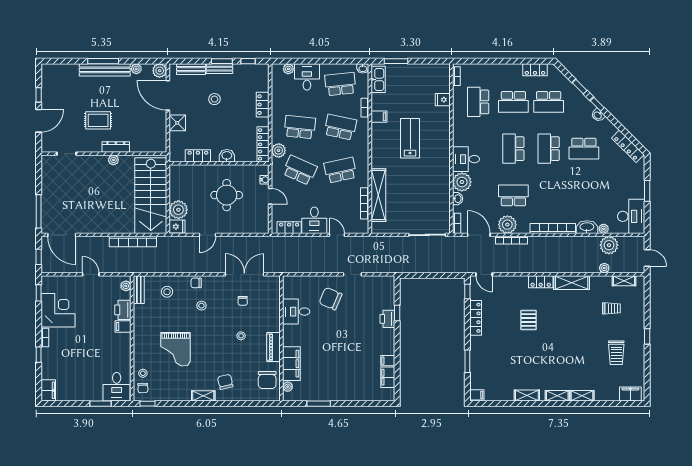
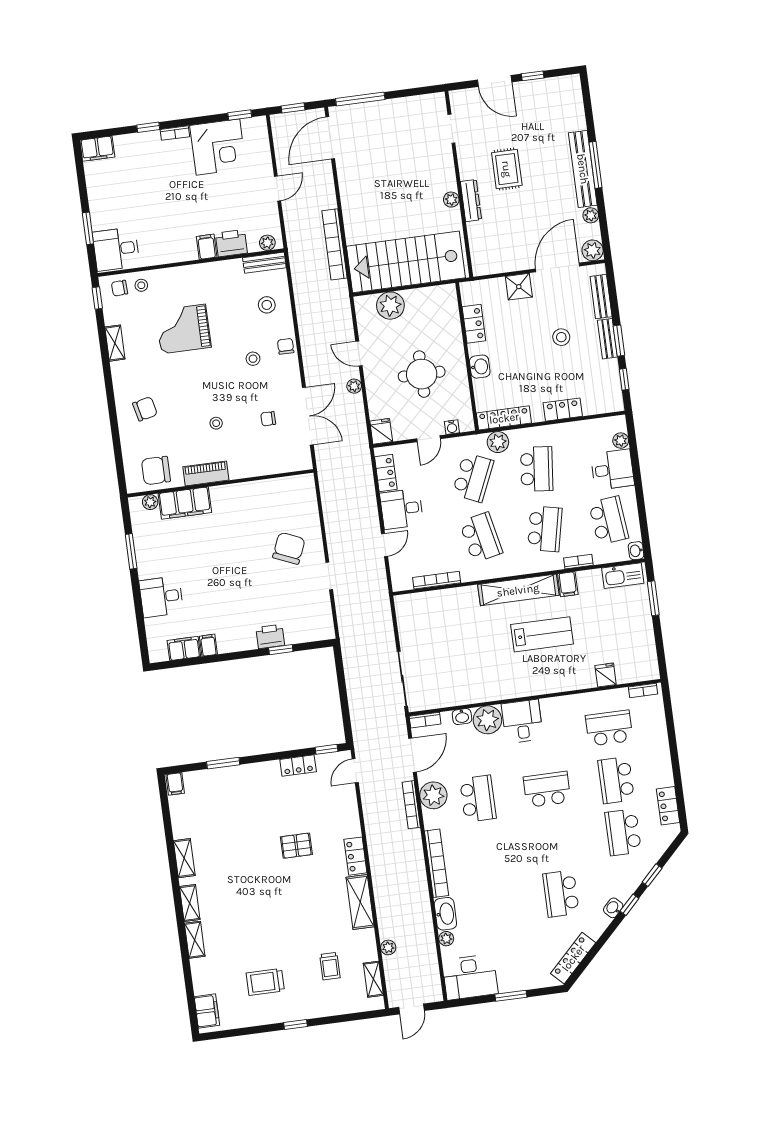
school desk: (549, 149) -> (554, 842), removed
shelving: (378, 195) -> (518, 590), moved
fridge: (177, 227) -> (381, 431), moved, turned 180
plant: (609, 245) -> (354, 386), moved, width x0.53, depth x0.53
desk: (296, 312) -> (161, 597), moved, turned -90
locker: (476, 318) -> (298, 766), width x0.66
shelving: (203, 396) -> (115, 343), moved

